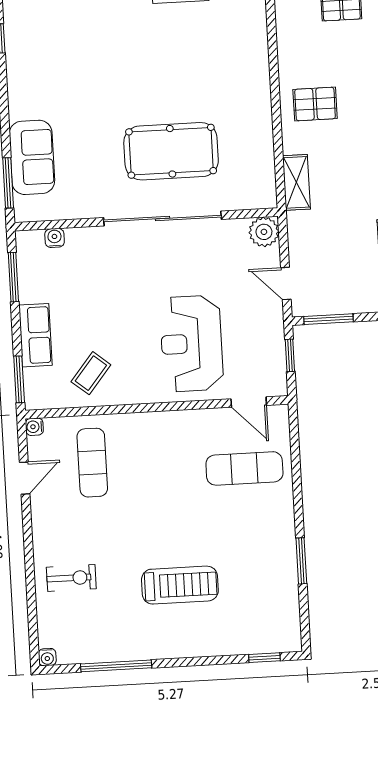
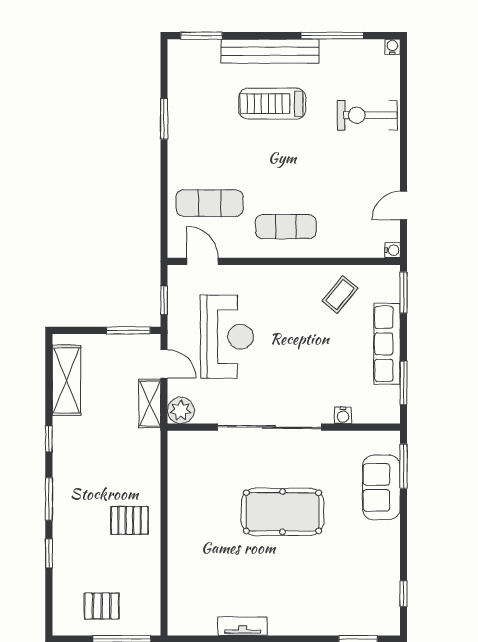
pool table: (171, 151) -> (282, 512), moved
shelving: (296, 182) -> (150, 404), moved
water cooler: (55, 238) -> (343, 415), moved
row of seats: (35, 335) -> (387, 344), width x1.48
reception desk: (191, 344) -> (227, 337), moved
exercise mat: (92, 463) -> (286, 227), moved, turned 90
exercise bike: (71, 578) -> (367, 115), width x1.38, depth x1.39
bench: (186, 644) -> (270, 51), added
window: (264, 658) -> (201, 36), width x1.50

